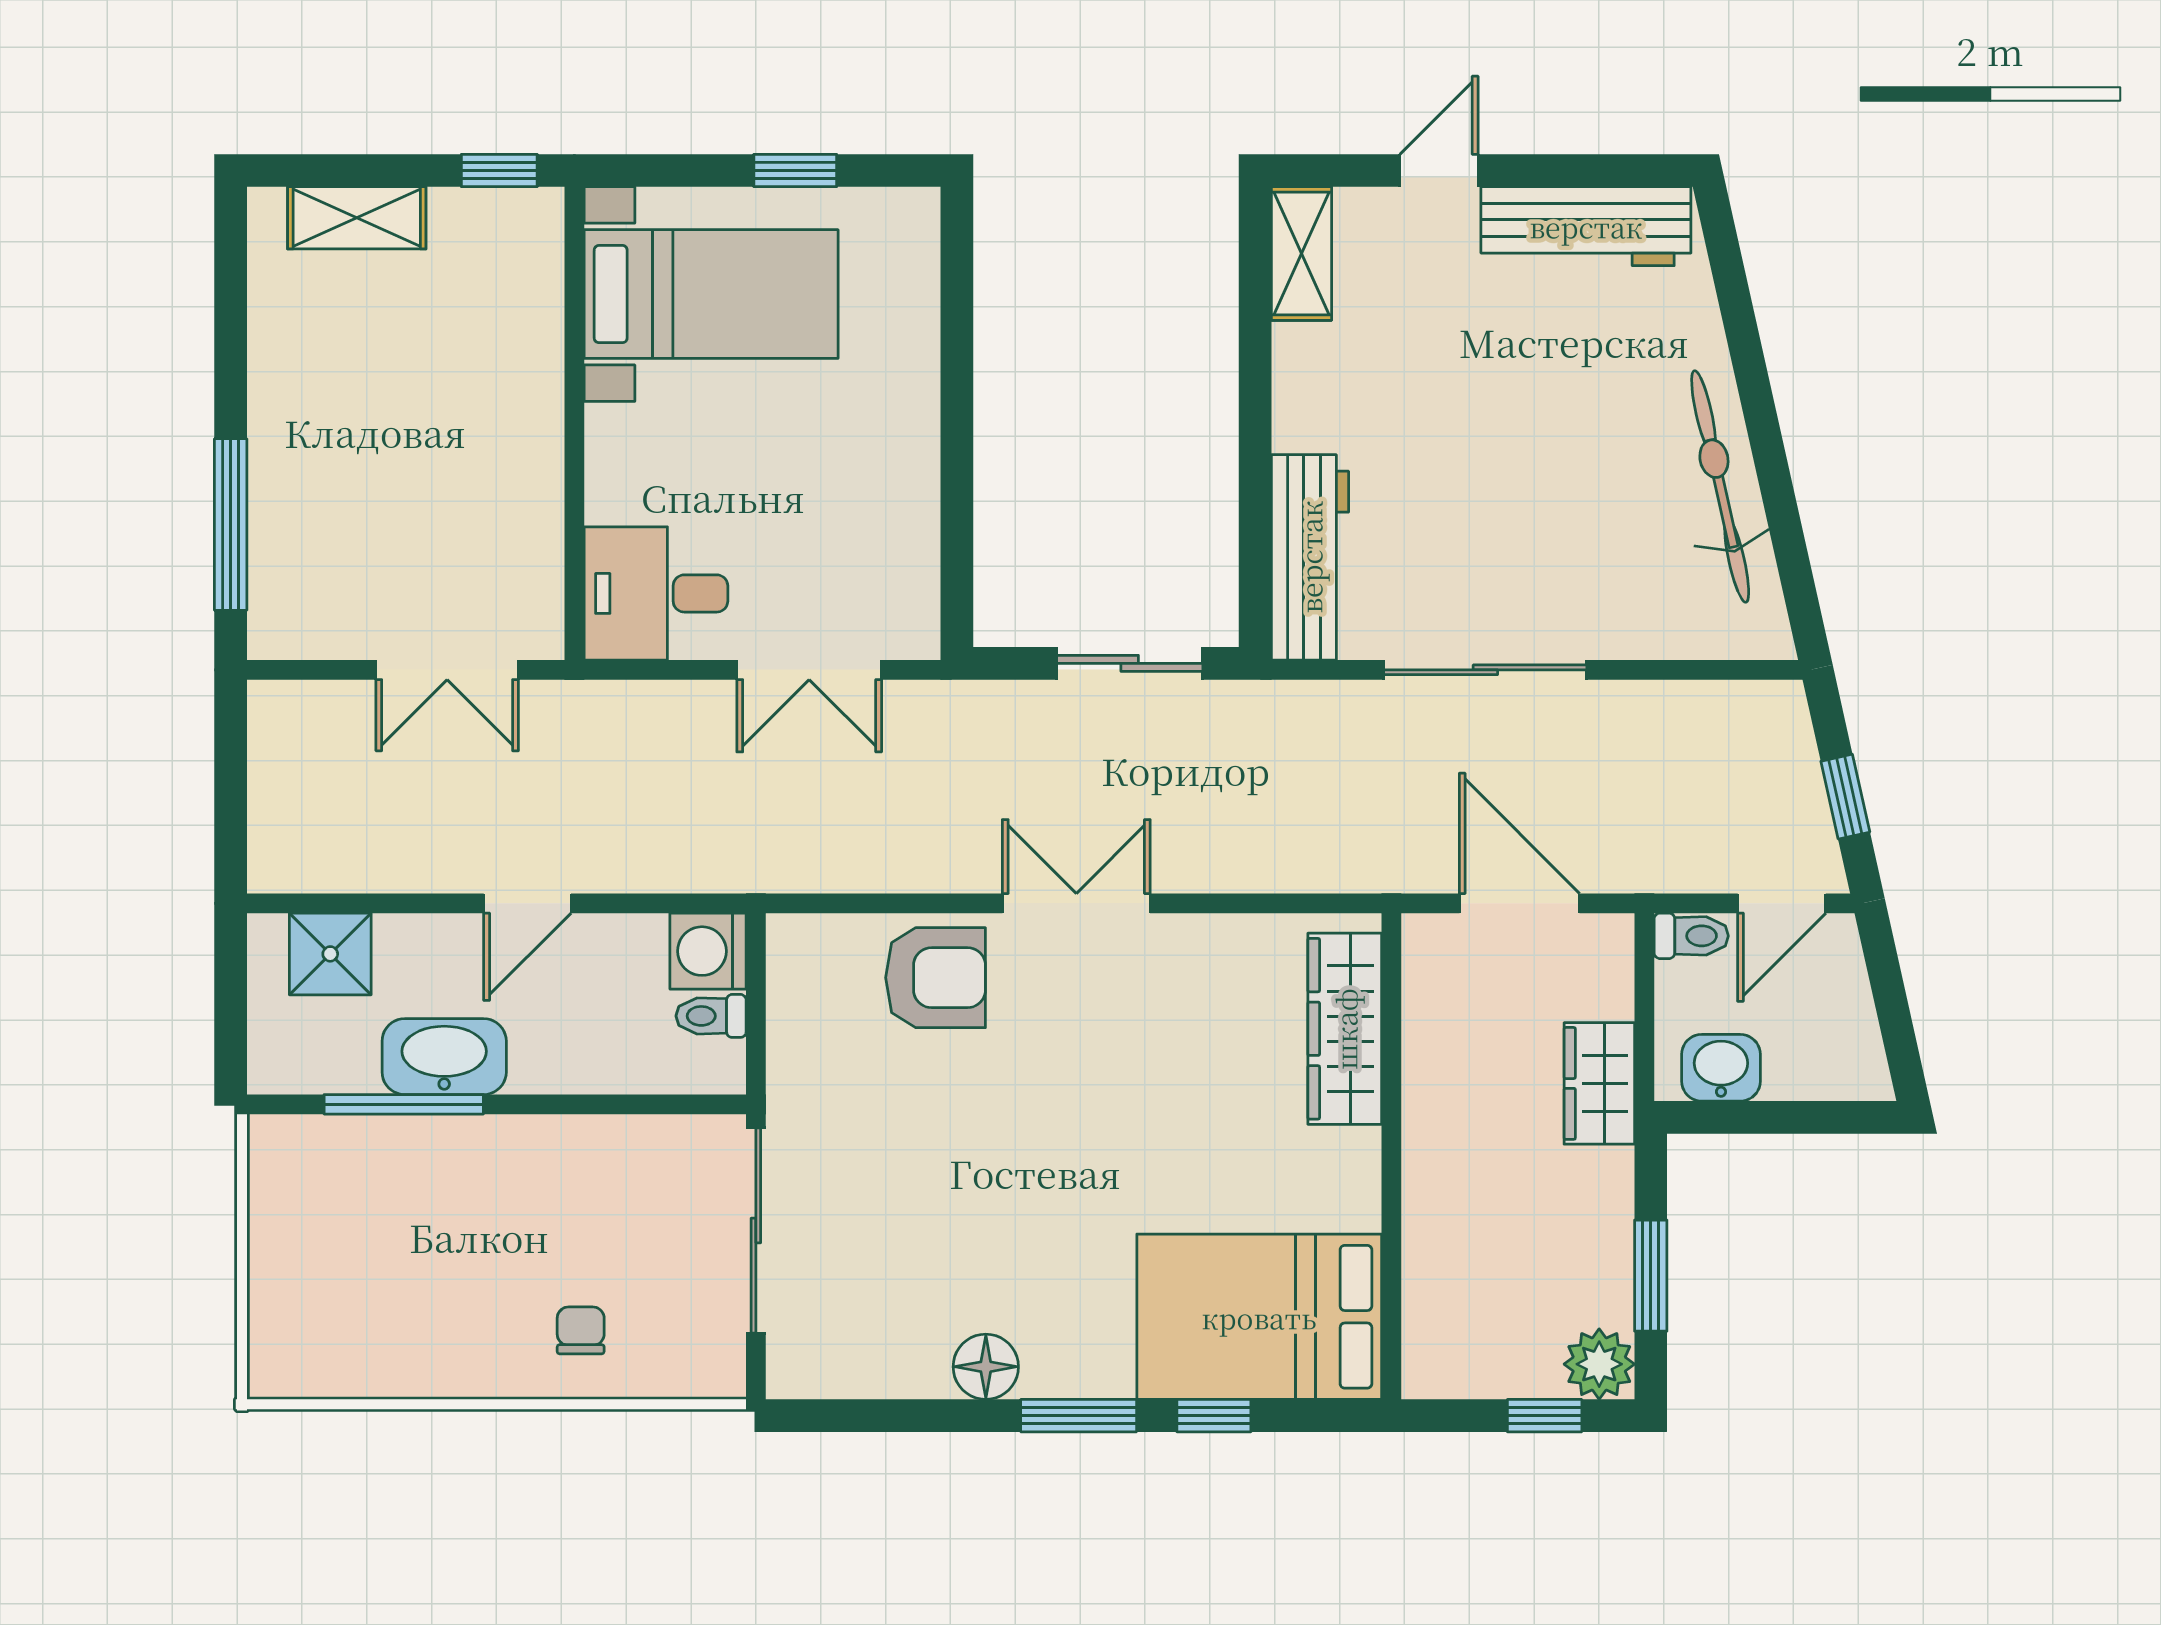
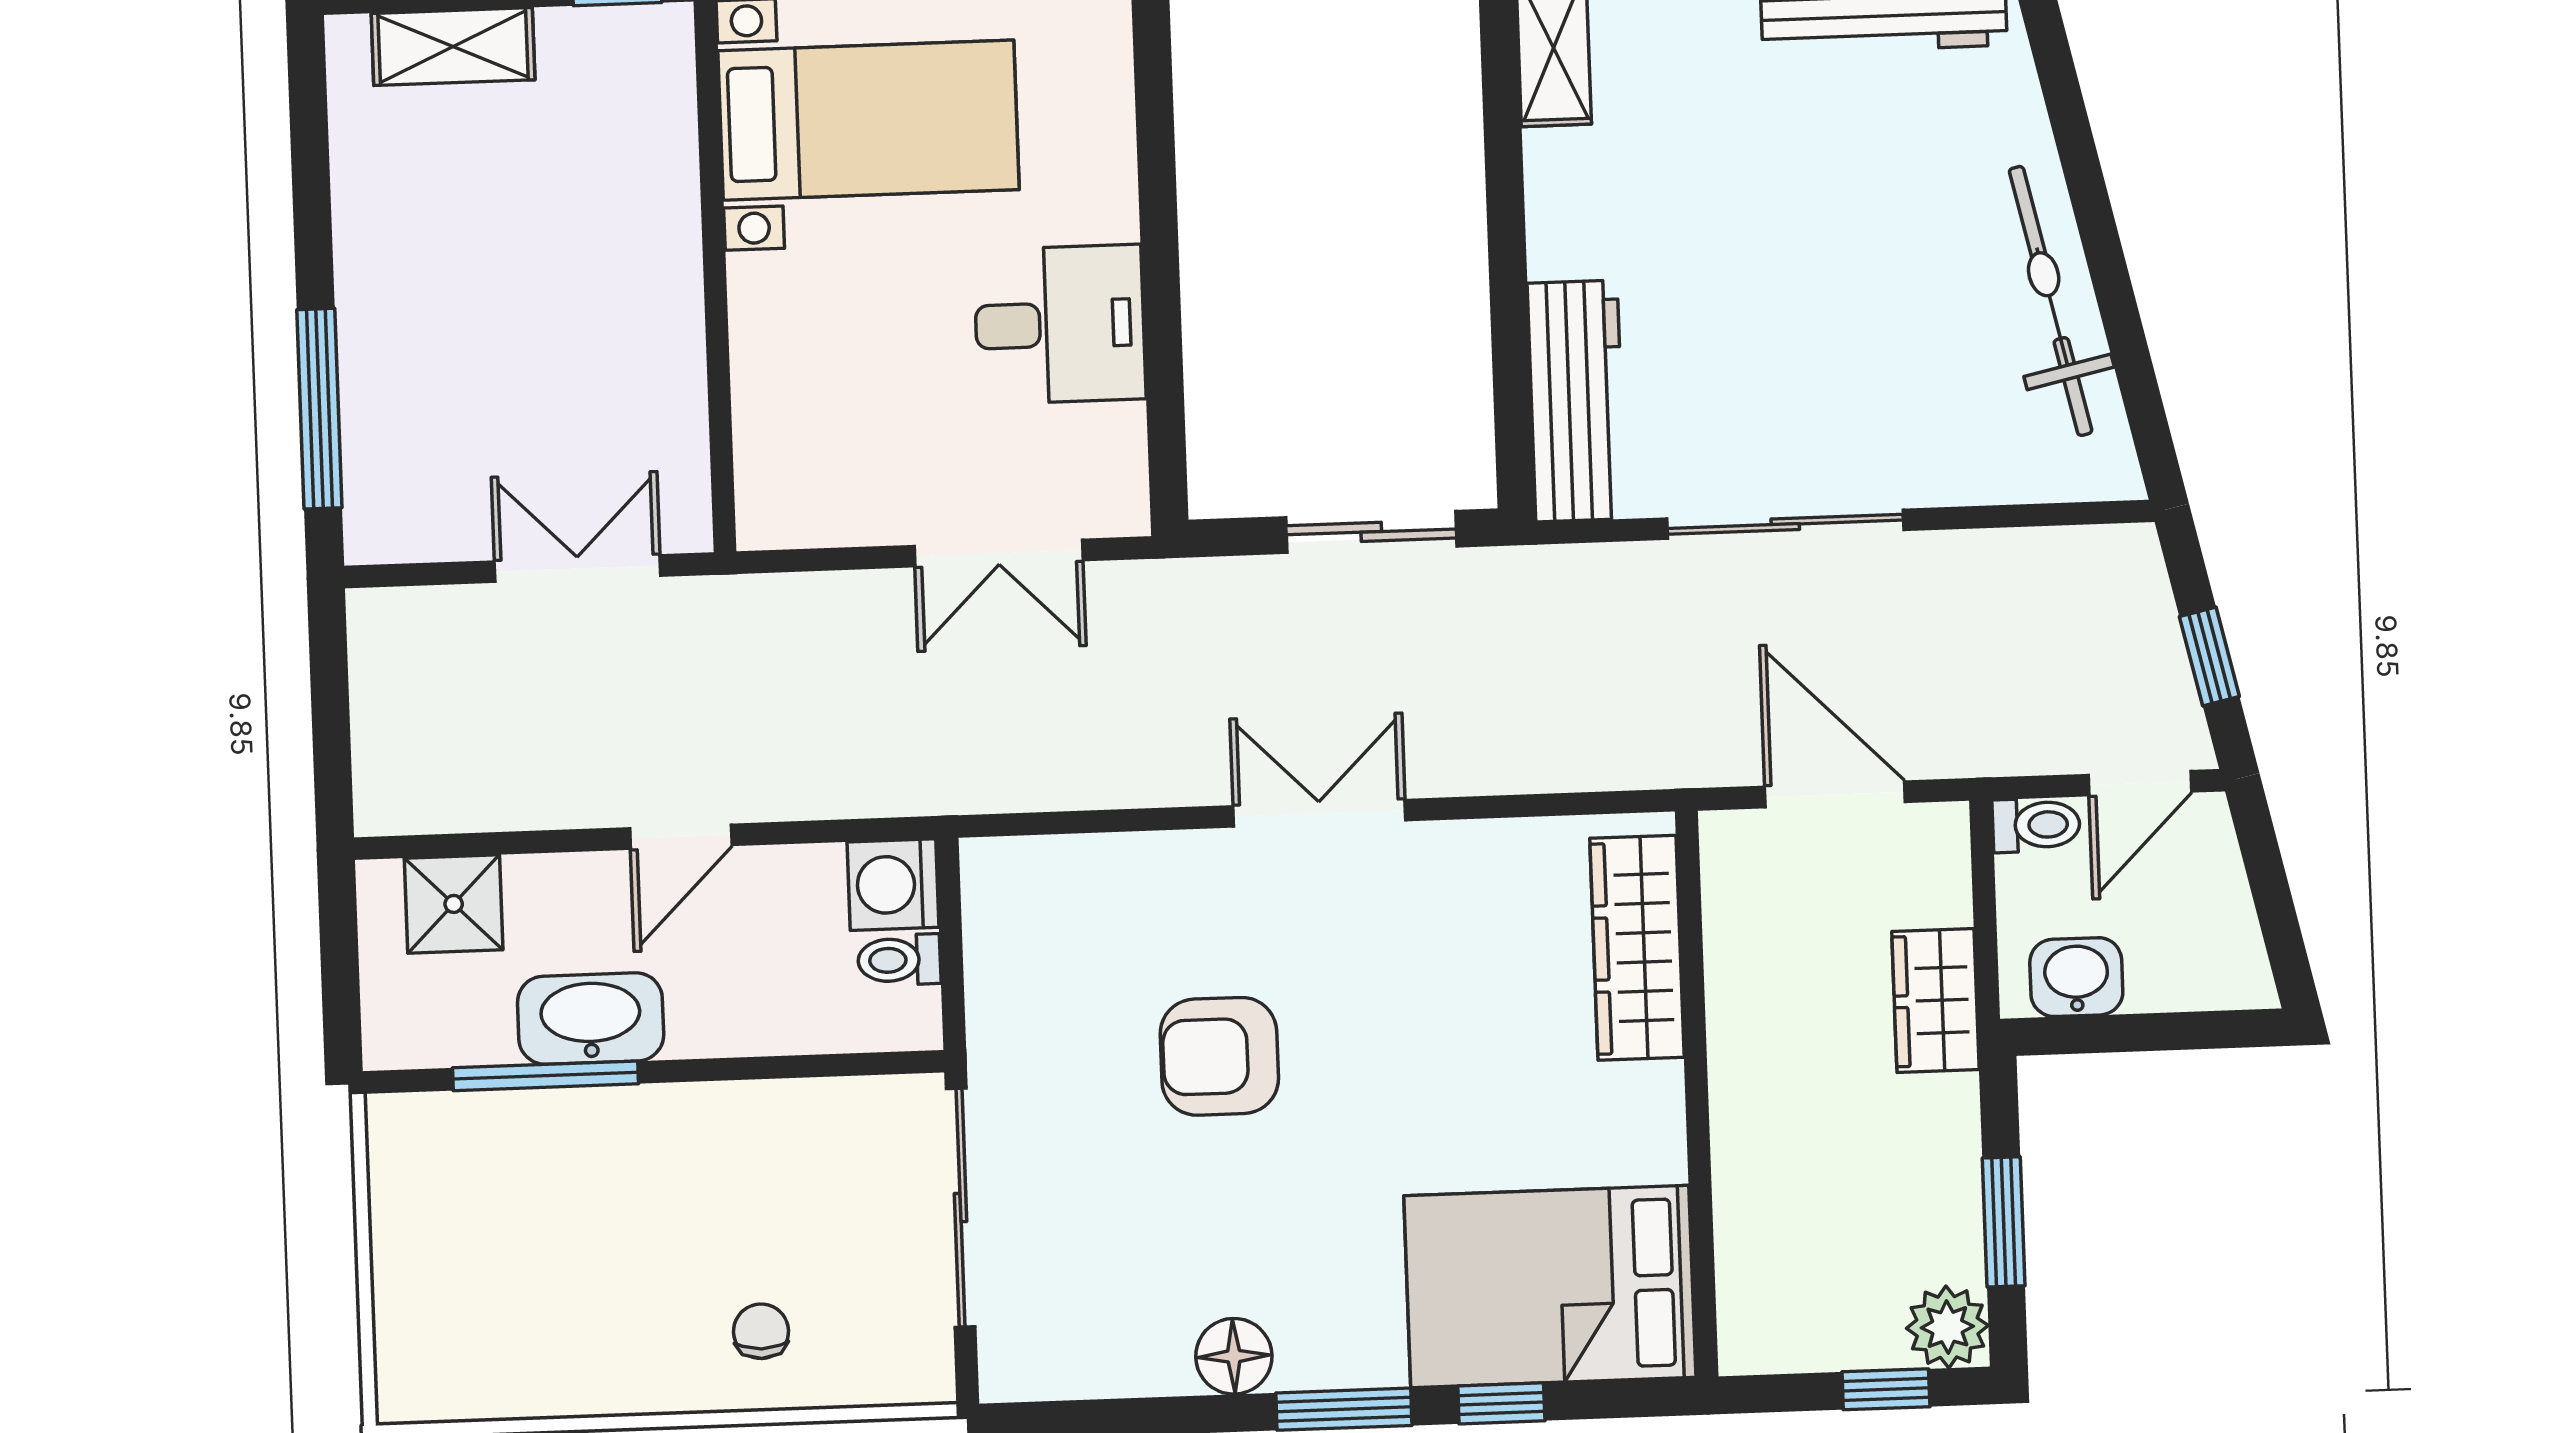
desk: (656, 593) -> (1060, 324), moved, turned 180
double door: (447, 670) -> (578, 569), swing flipped
armchair: (936, 978) -> (1219, 1056), moved, turned 180

